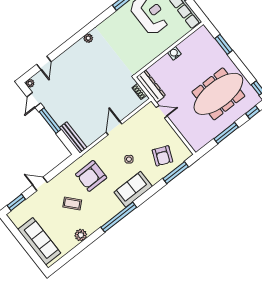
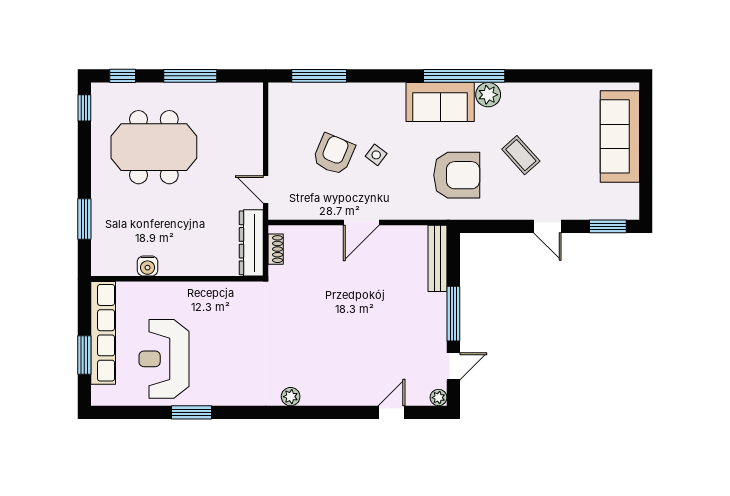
water cooler: (174, 53) -> (148, 266), moved
meeting table: (218, 94) -> (154, 147), width x0.73
armchair: (162, 156) -> (334, 154), moved
sofa: (133, 189) -> (440, 102), moved
plant: (81, 235) -> (488, 95), moved

